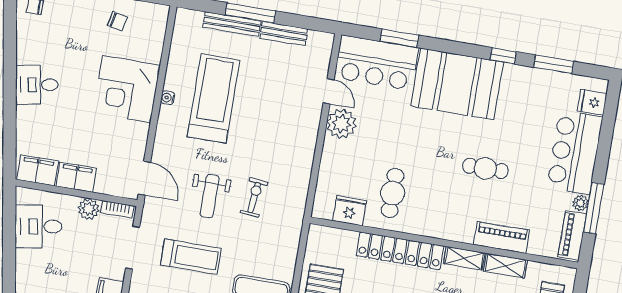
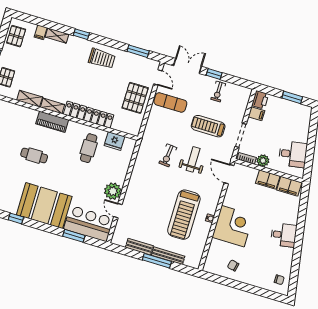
piano: (502, 237) -> (52, 122), moved

